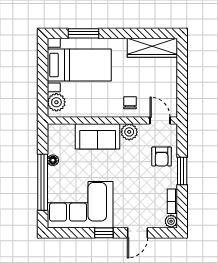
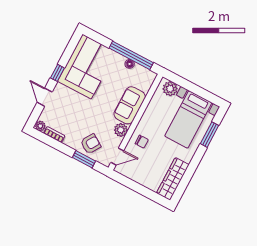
armchair: (162, 157) -> (91, 144), turned 122
window: (182, 171) -> (84, 159), moved
window: (43, 182) -> (131, 55), moved

